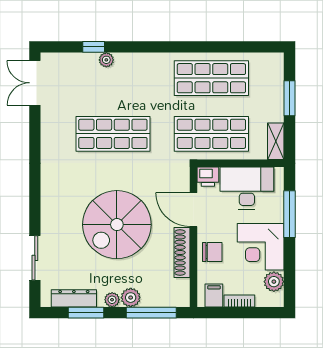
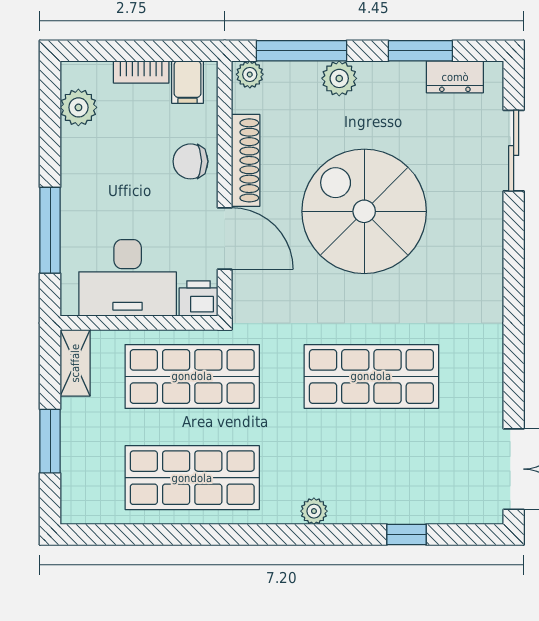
plant: (106, 60) -> (314, 511), moved
spiral stairs: (117, 225) -> (364, 211), turned -90
corner desk: (261, 247) -> (103, 171), removed
dresser: (74, 298) -> (455, 77), width x0.70
plant: (112, 300) -> (250, 74), moved

